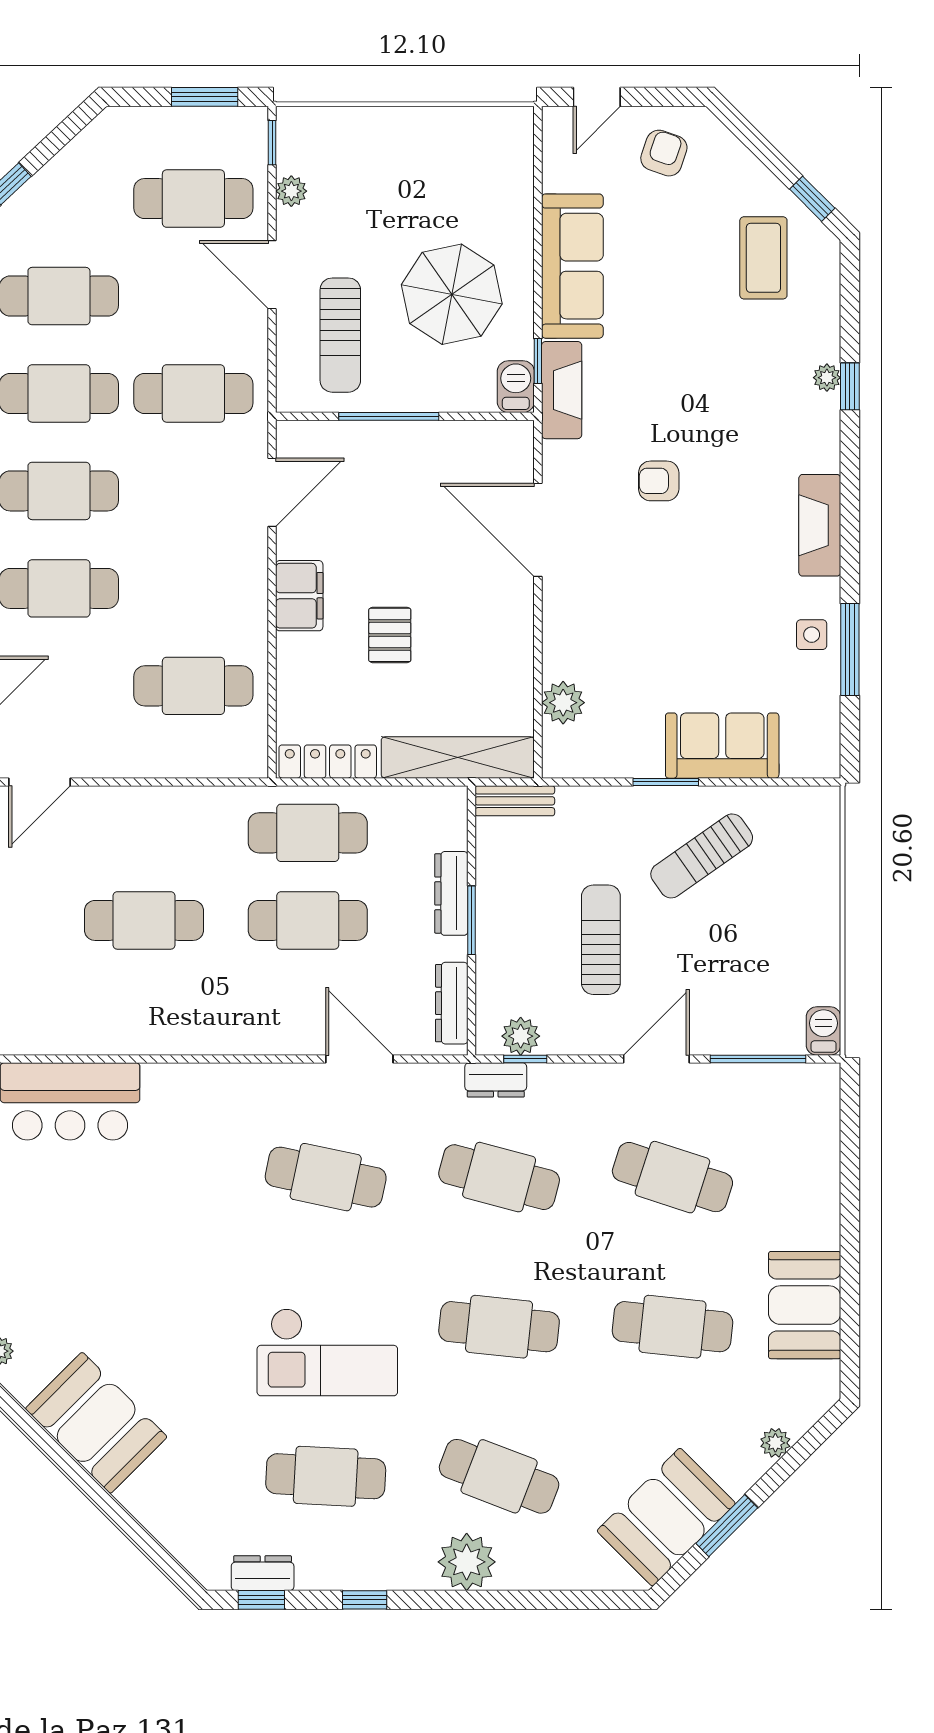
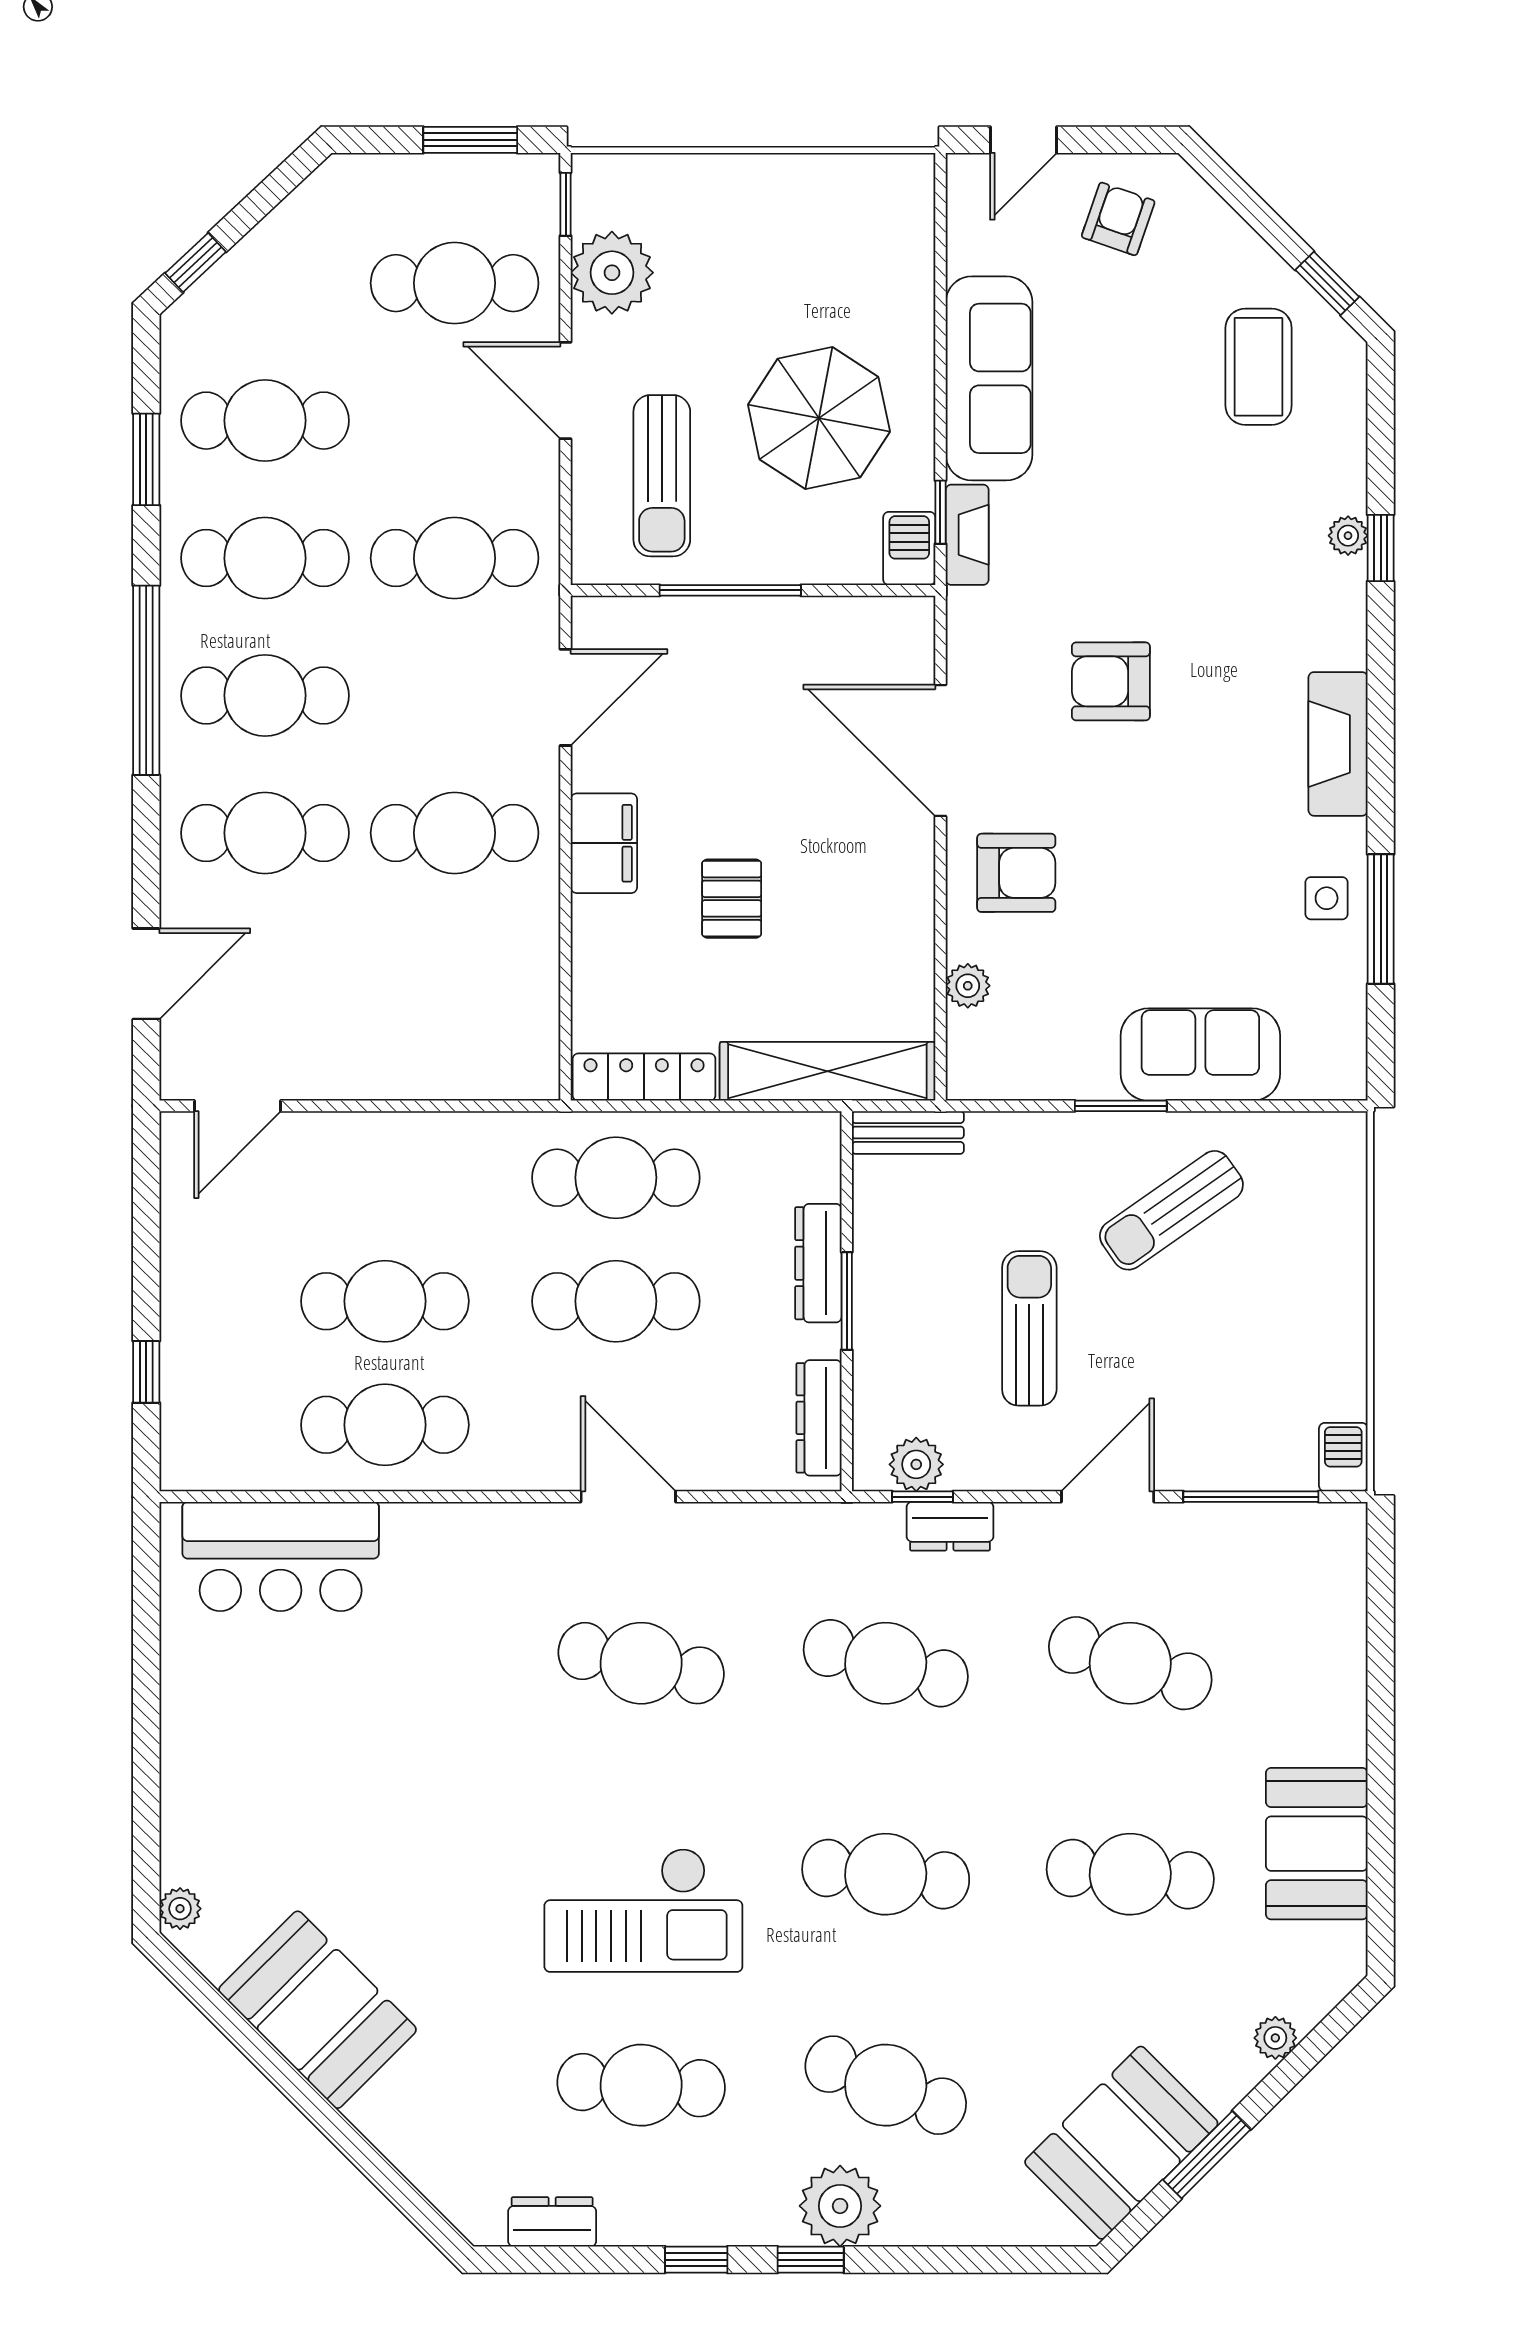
plant: (291, 191) -> (612, 273), width x1.88, depth x1.88
fireplace: (562, 390) -> (967, 535), width x0.73, depth x0.76
armchair: (659, 481) -> (1111, 681), width x1.38, depth x1.38
armchair: (592, 617) -> (1016, 873), added
cafe table: (193, 686) -> (455, 833), moved
plant: (563, 703) -> (968, 986), width x0.73, depth x0.73
cafe table: (144, 1008) -> (385, 1425), added
door: (359, 1059) -> (628, 1497), moved
dresser: (496, 1080) -> (950, 1526), moved
window: (261, 1600) -> (811, 2260), moved

